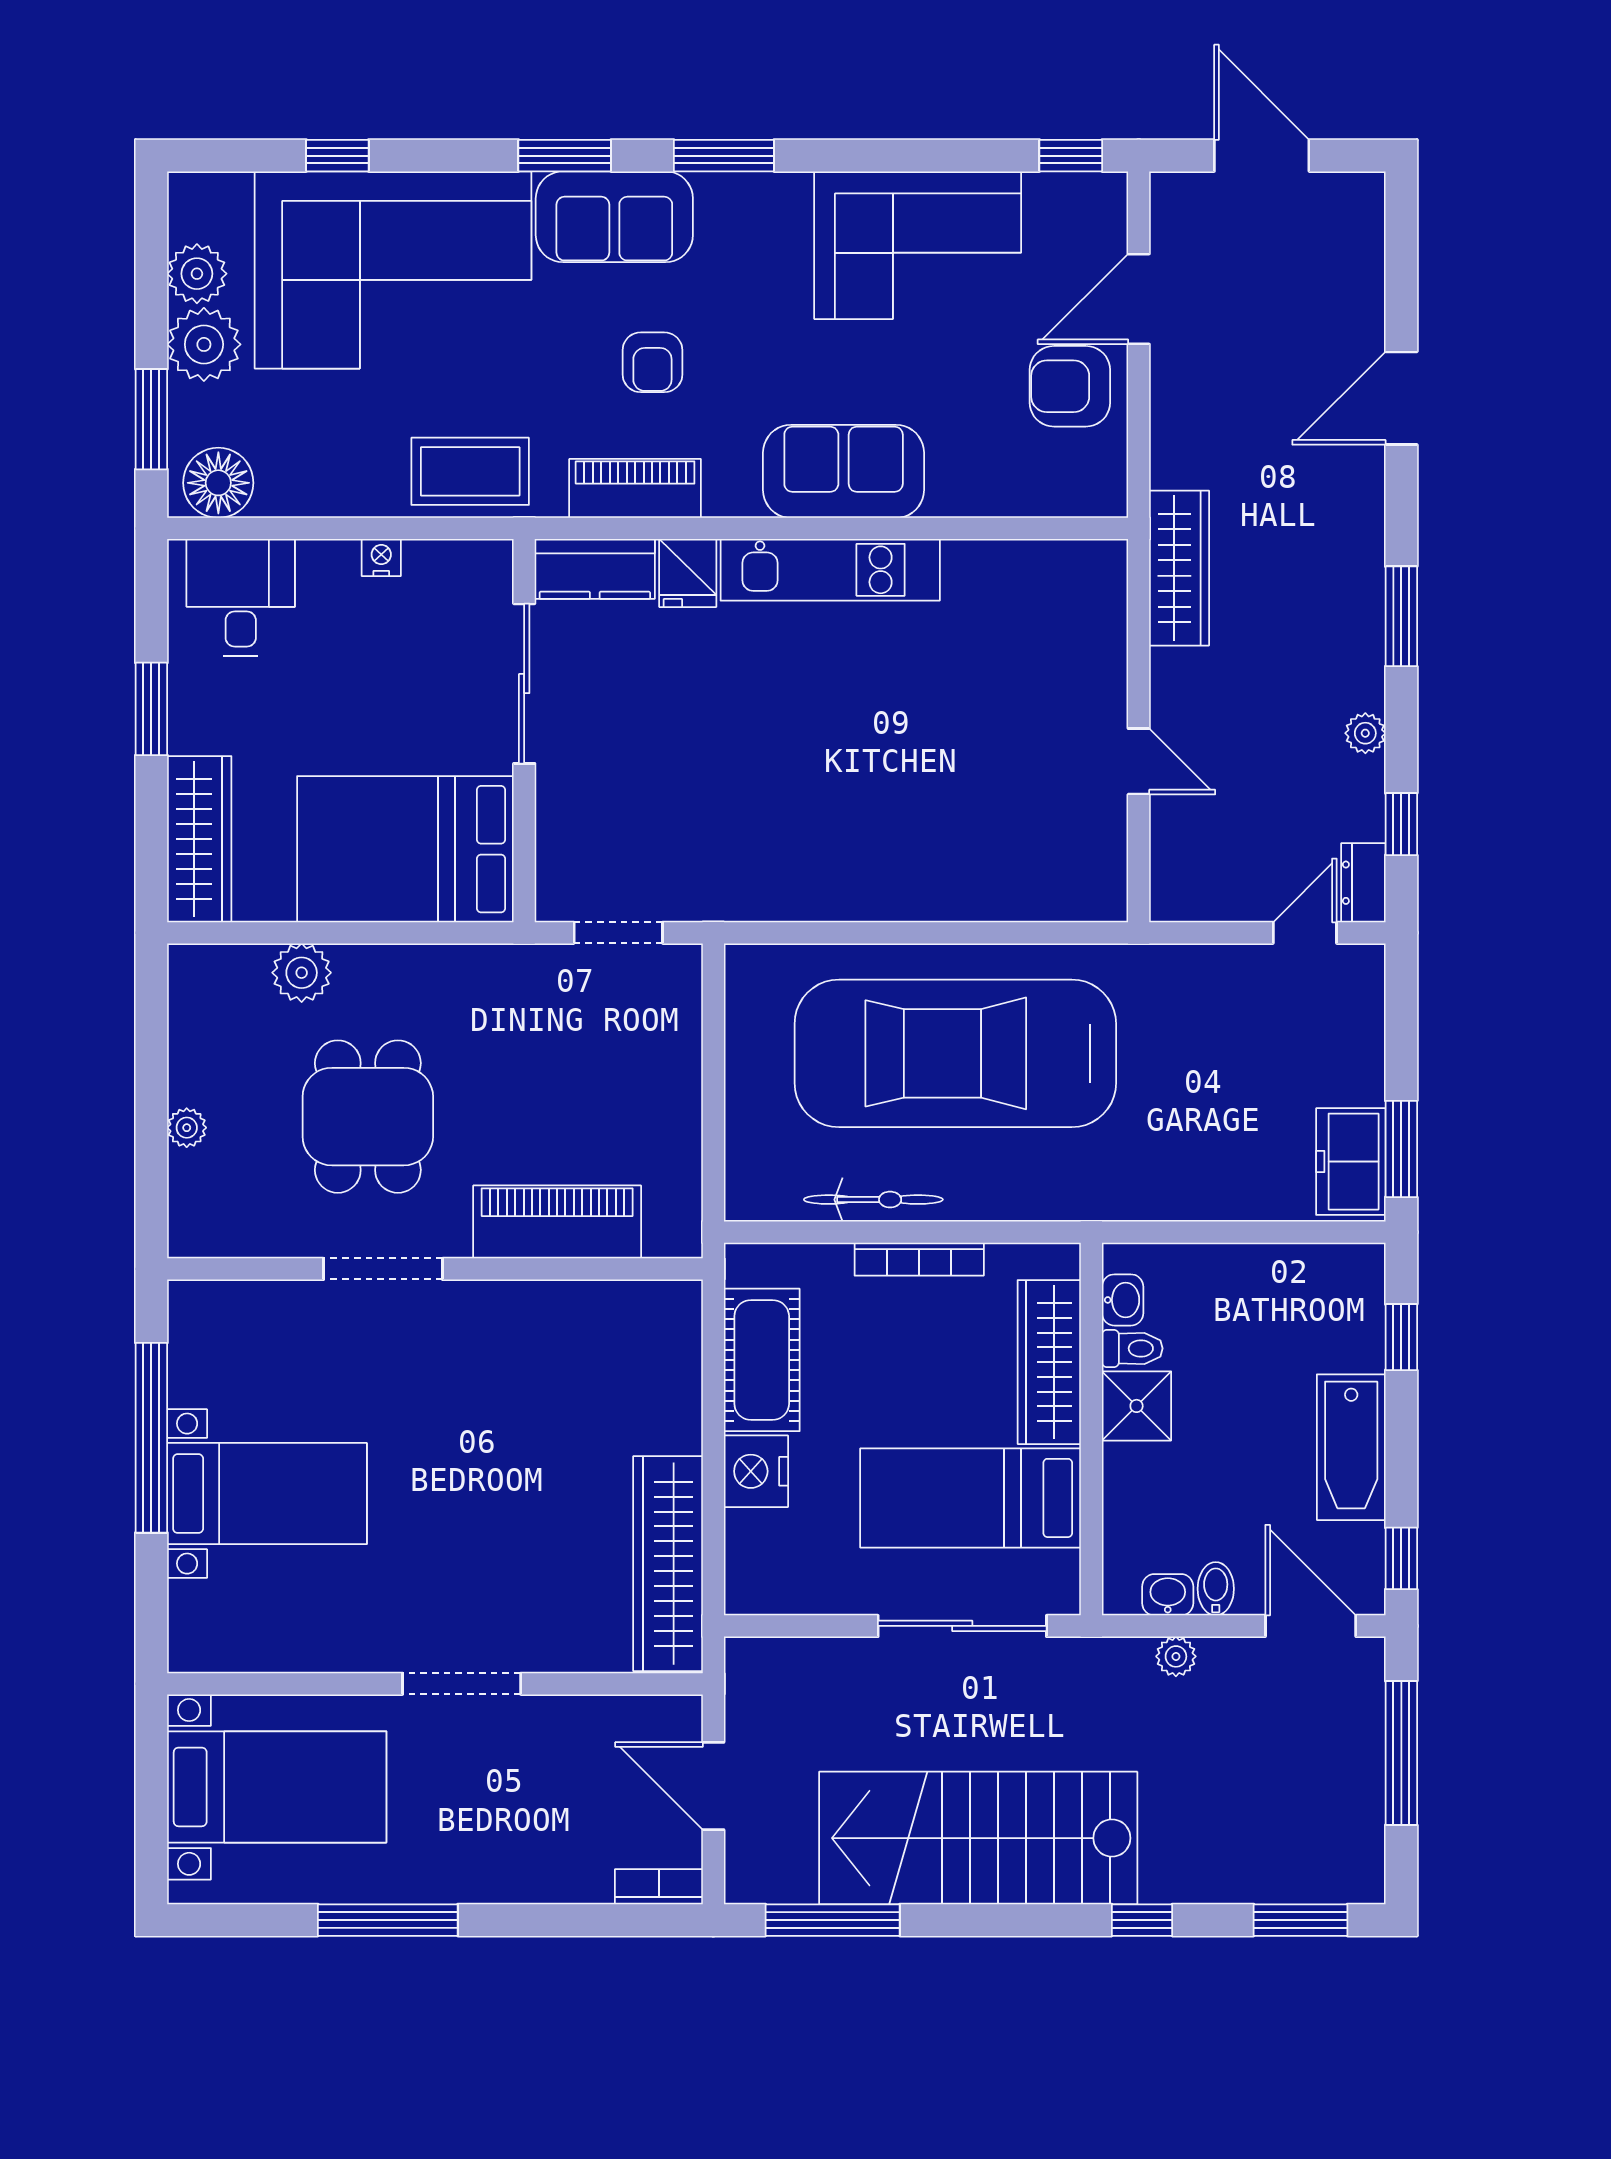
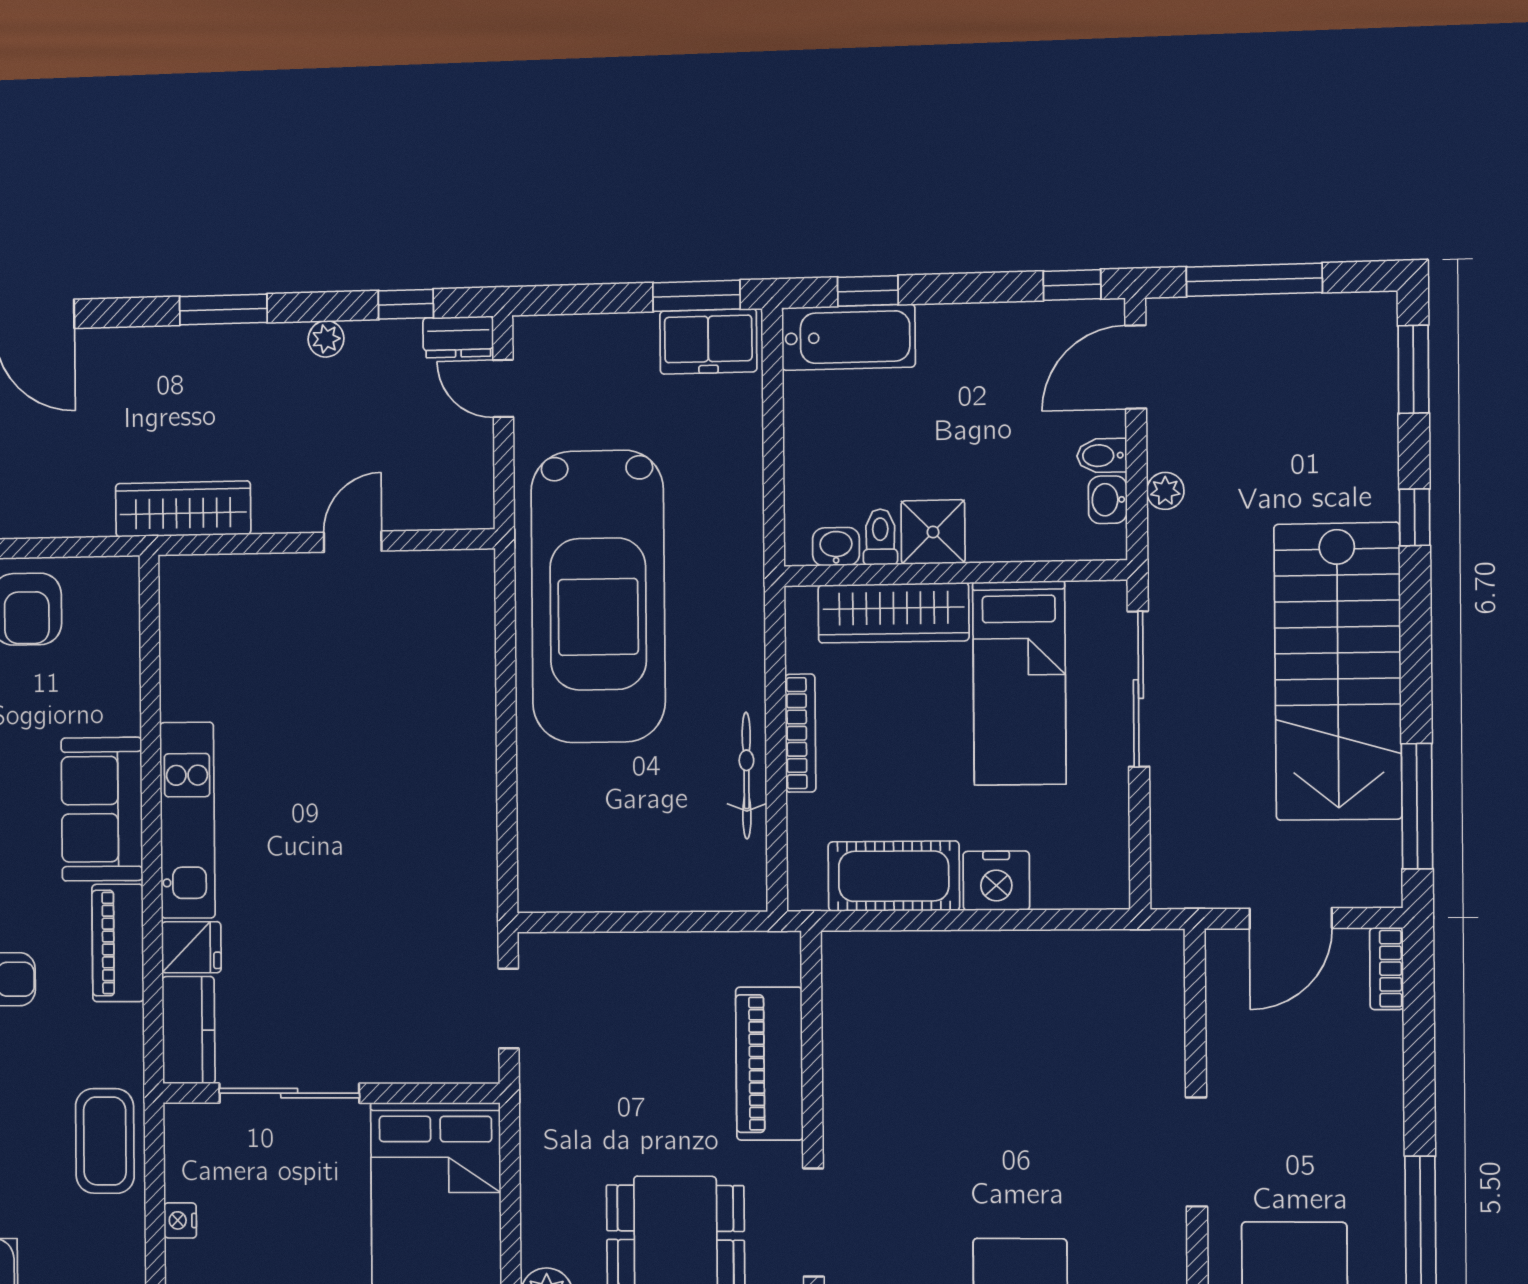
piano: (635, 488) -> (118, 943), moved
car: (955, 1053) -> (598, 596), moved
bathtub: (1351, 1447) -> (848, 337), moved
wardrobe: (668, 1564) -> (1083, 961), removed

